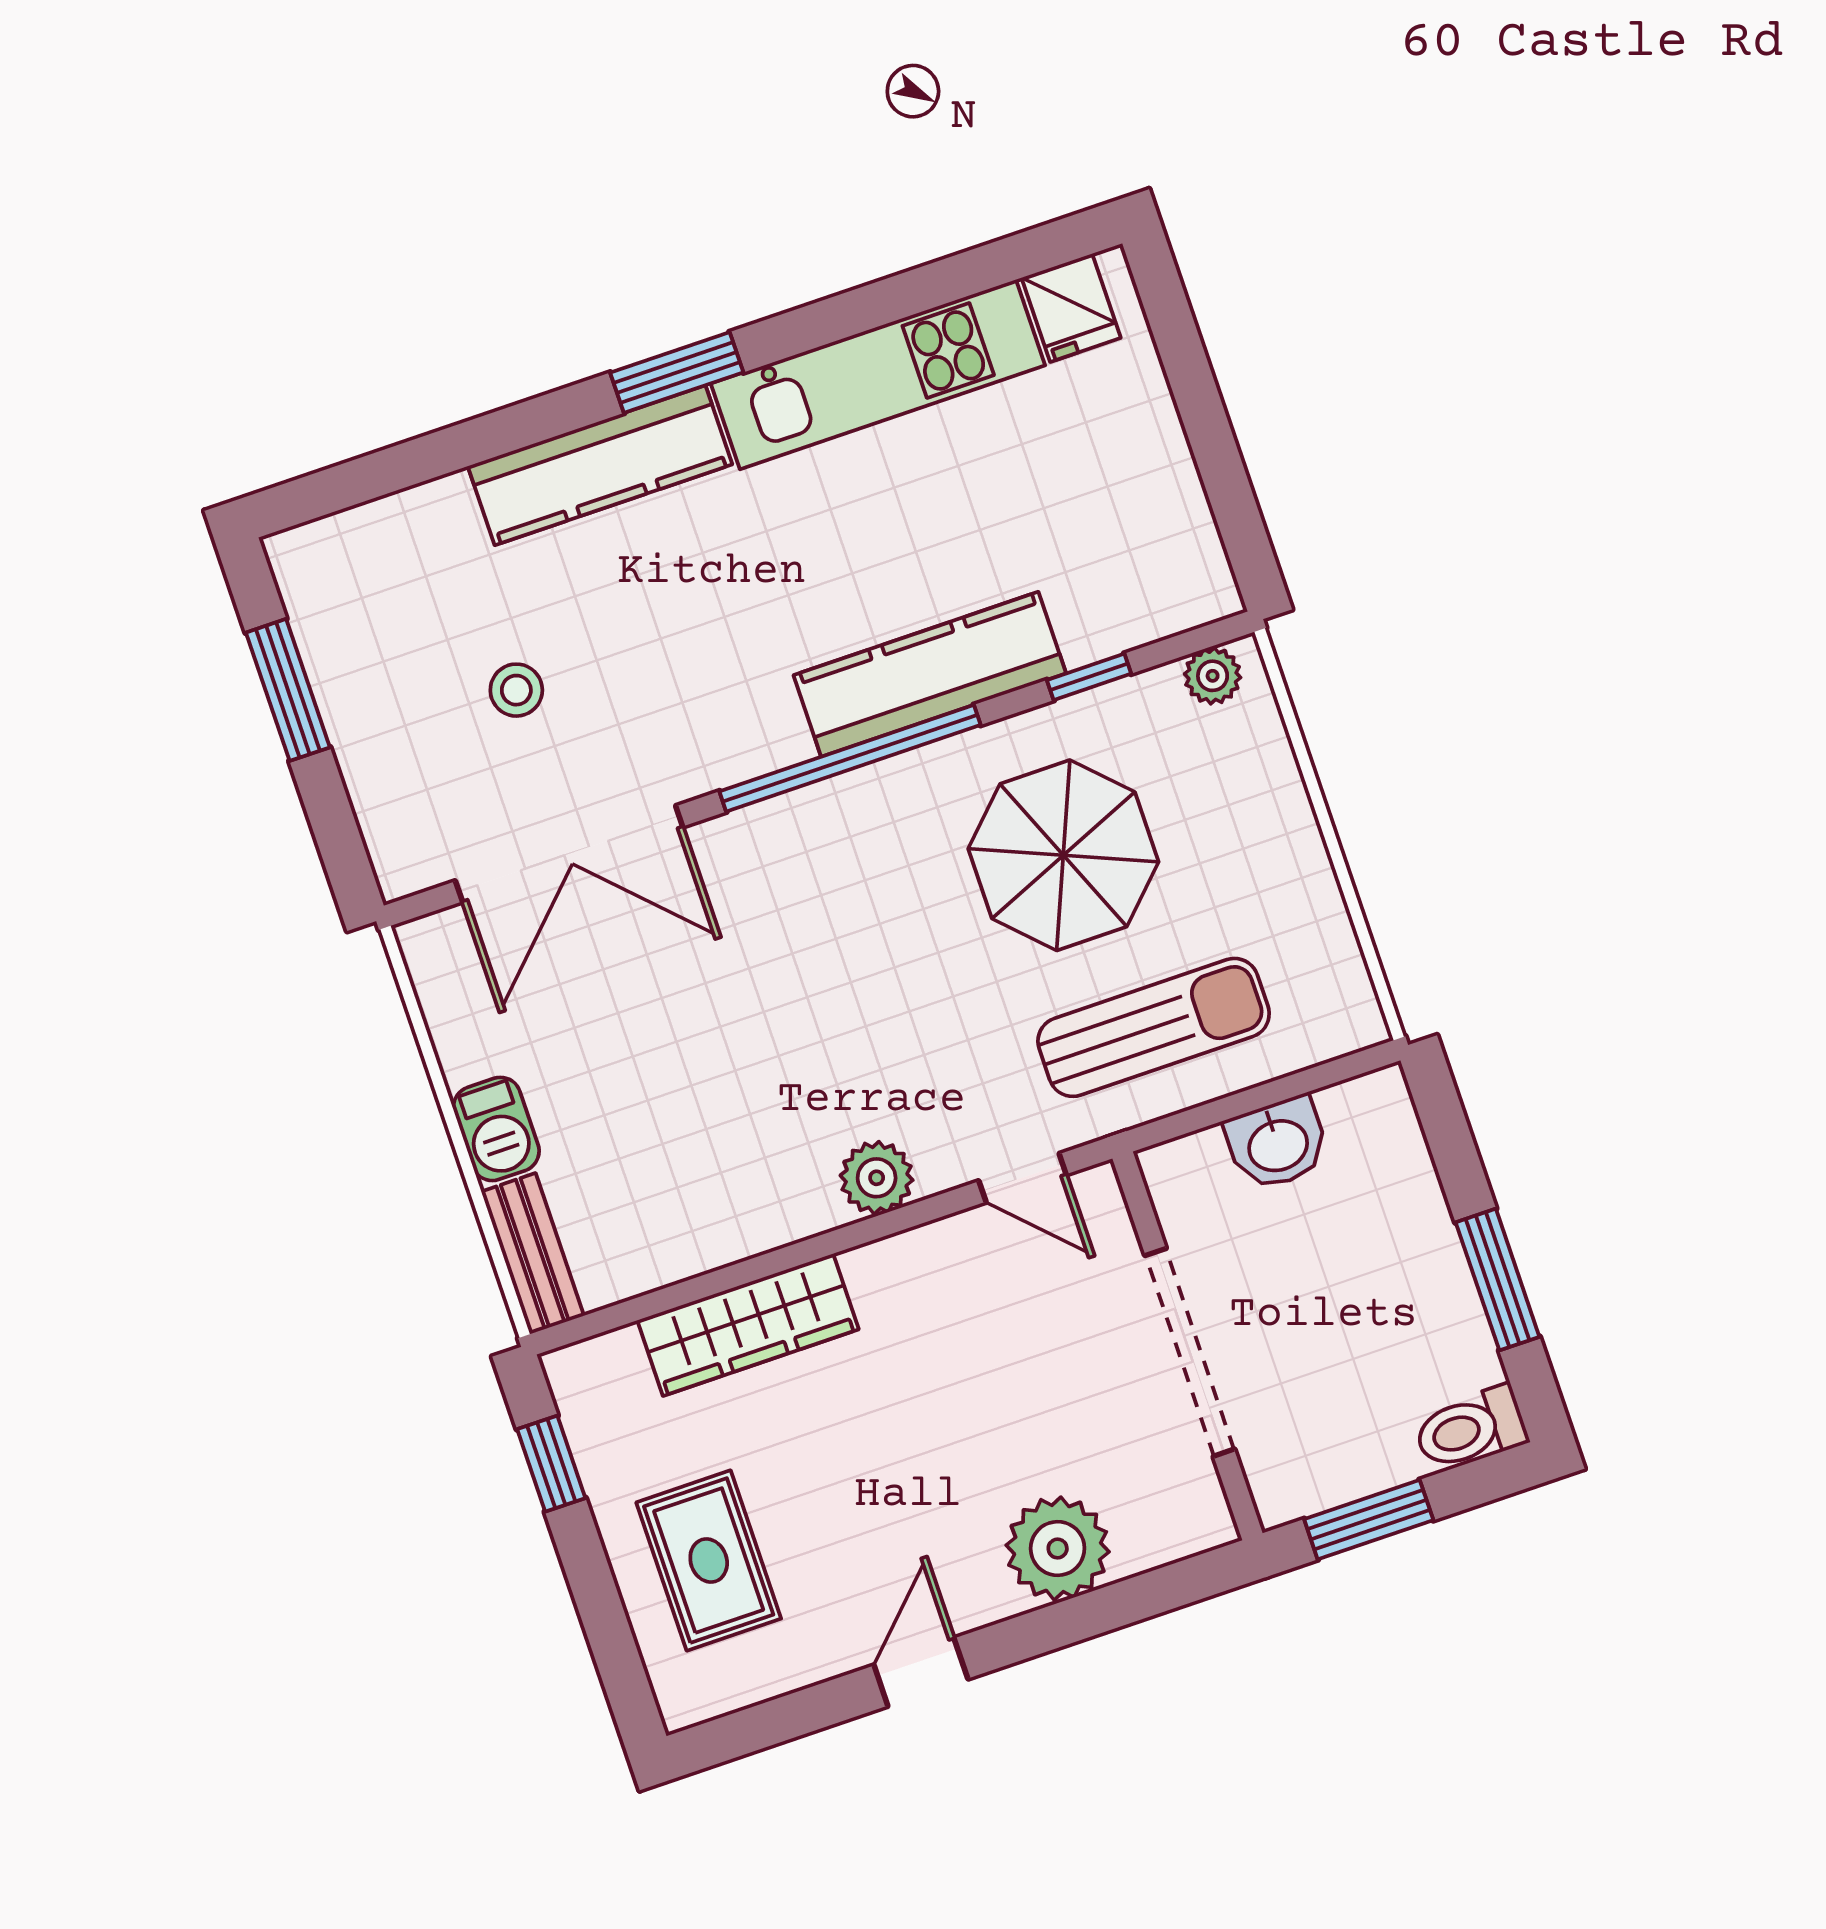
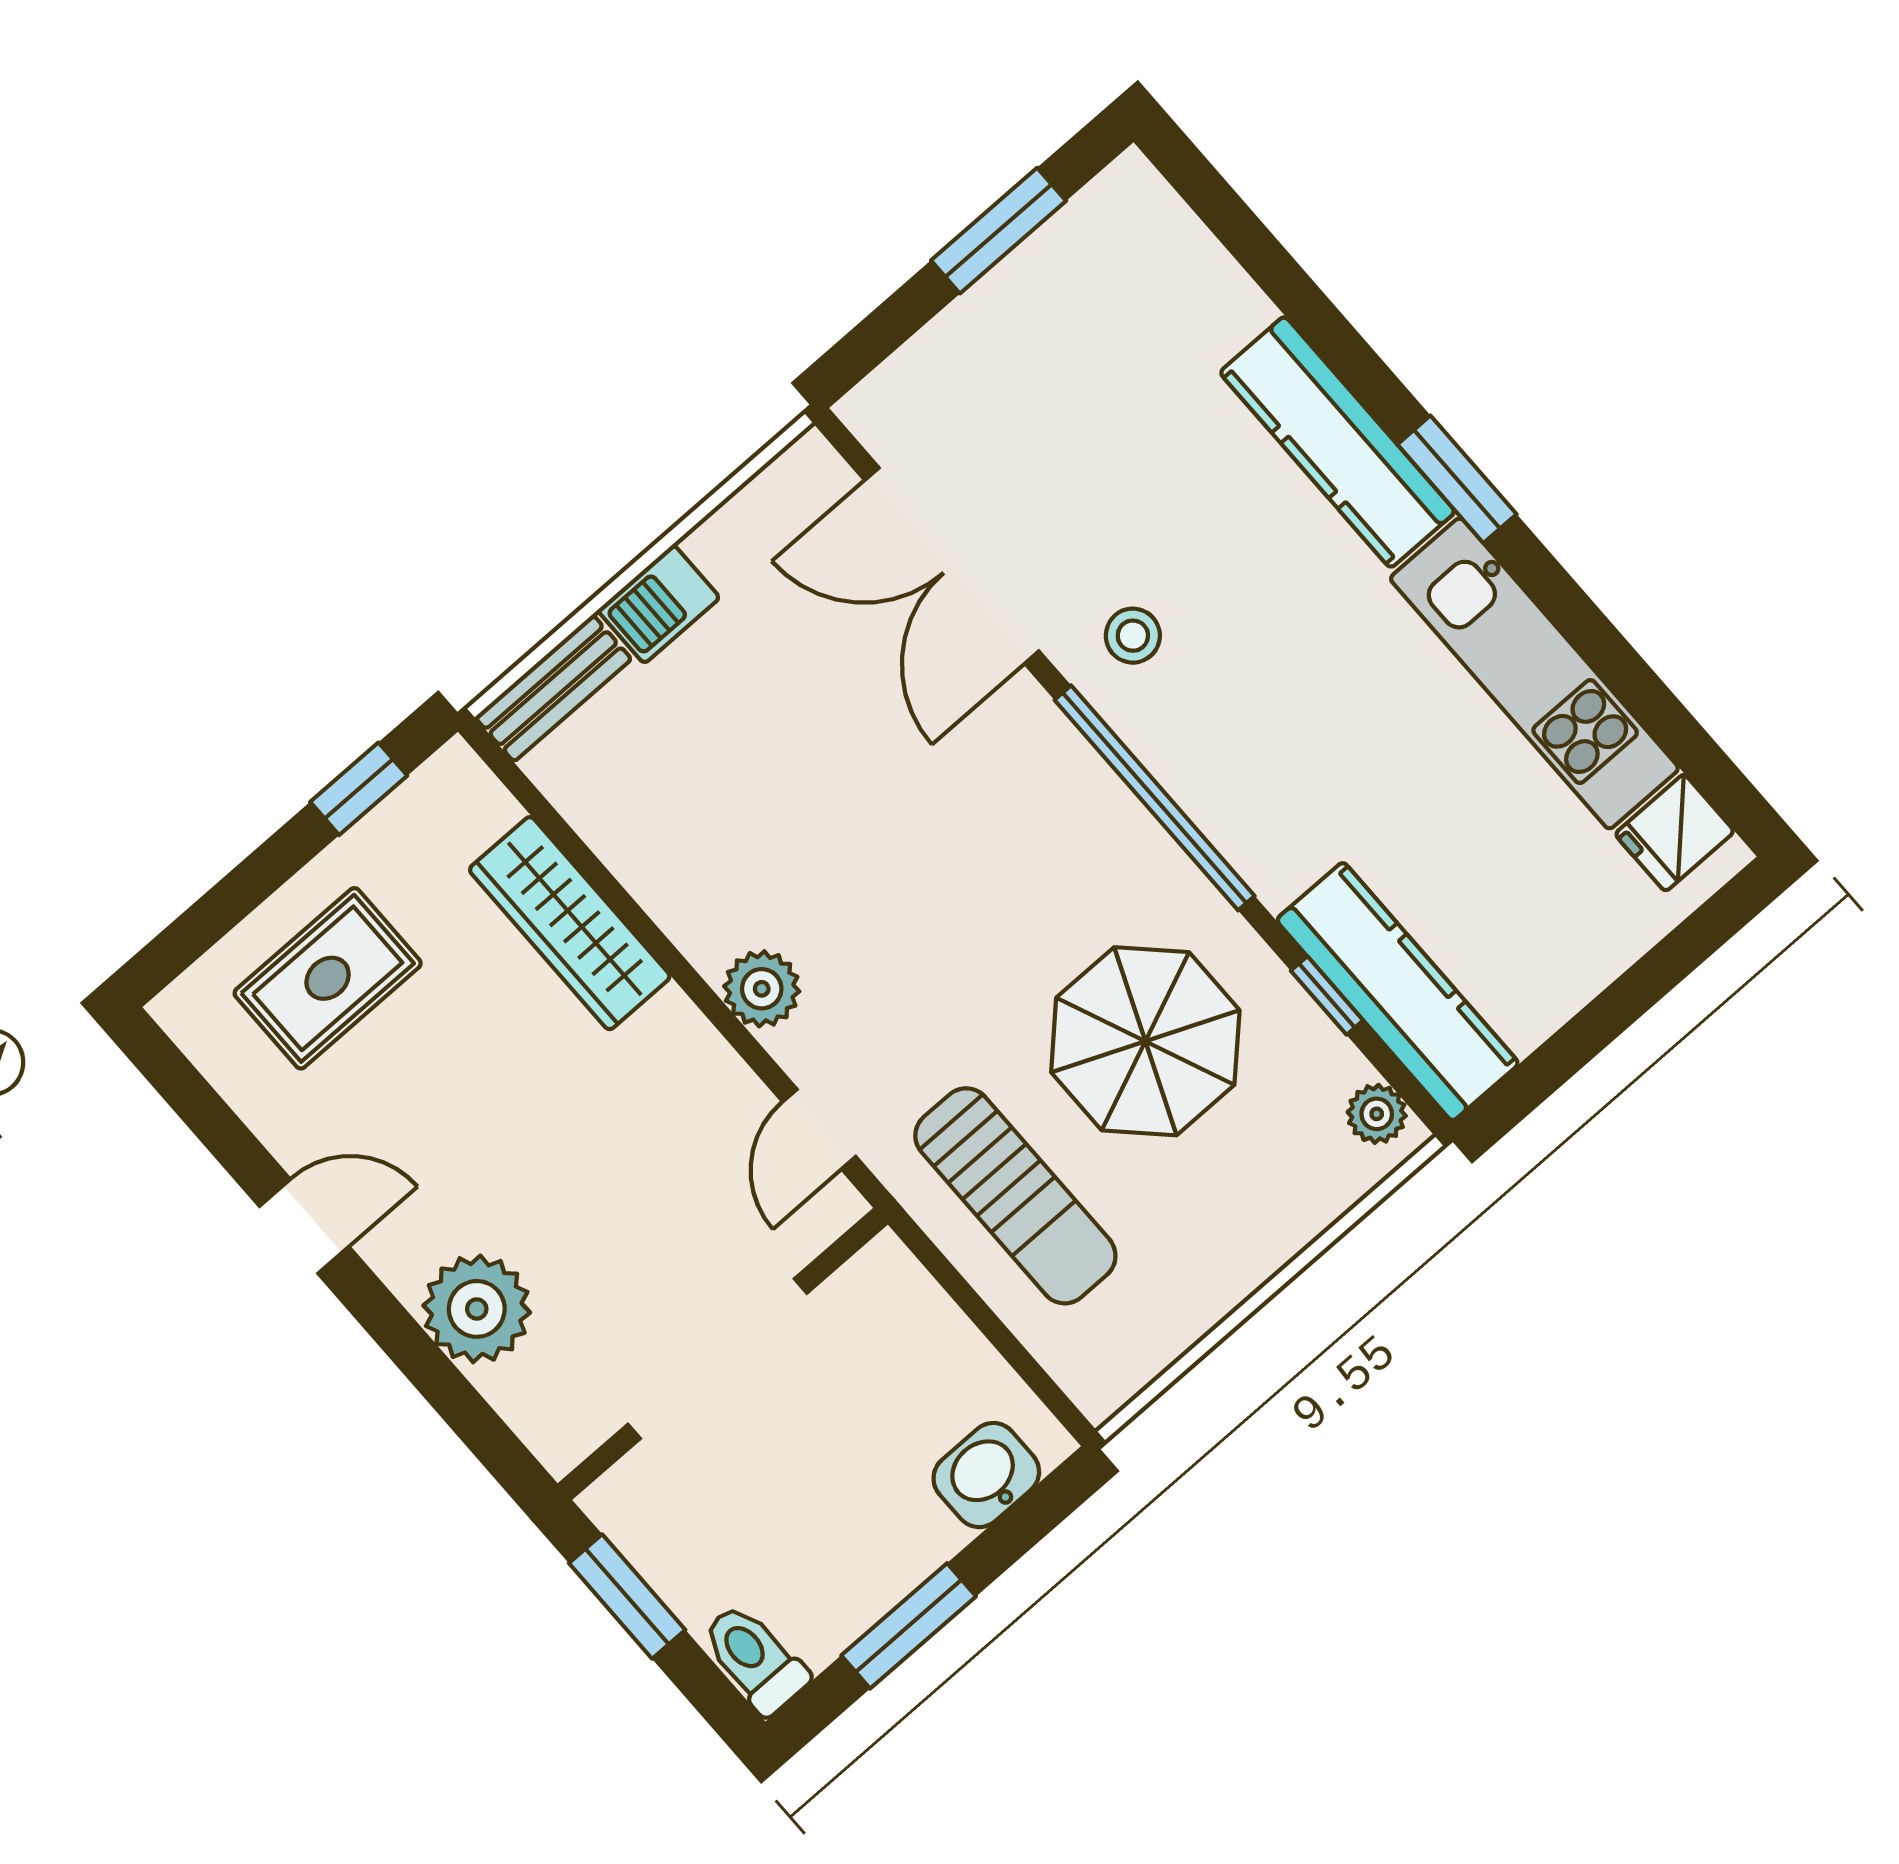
kitchen counter: (930, 674) -> (1398, 992), moved
stool: (516, 690) -> (1133, 636), moved
washbasin: (1277, 1143) -> (986, 1475), moved, turned 90

